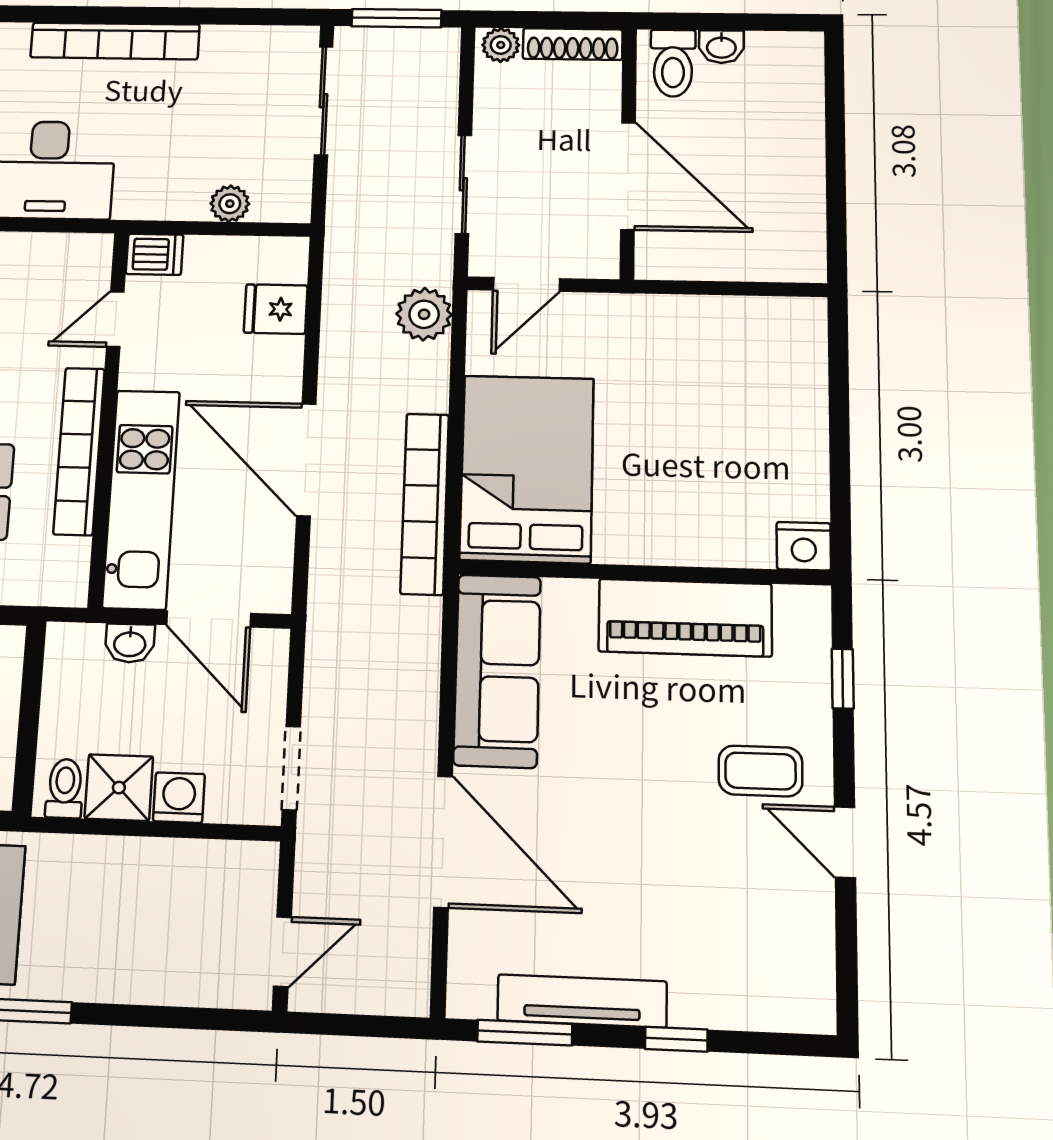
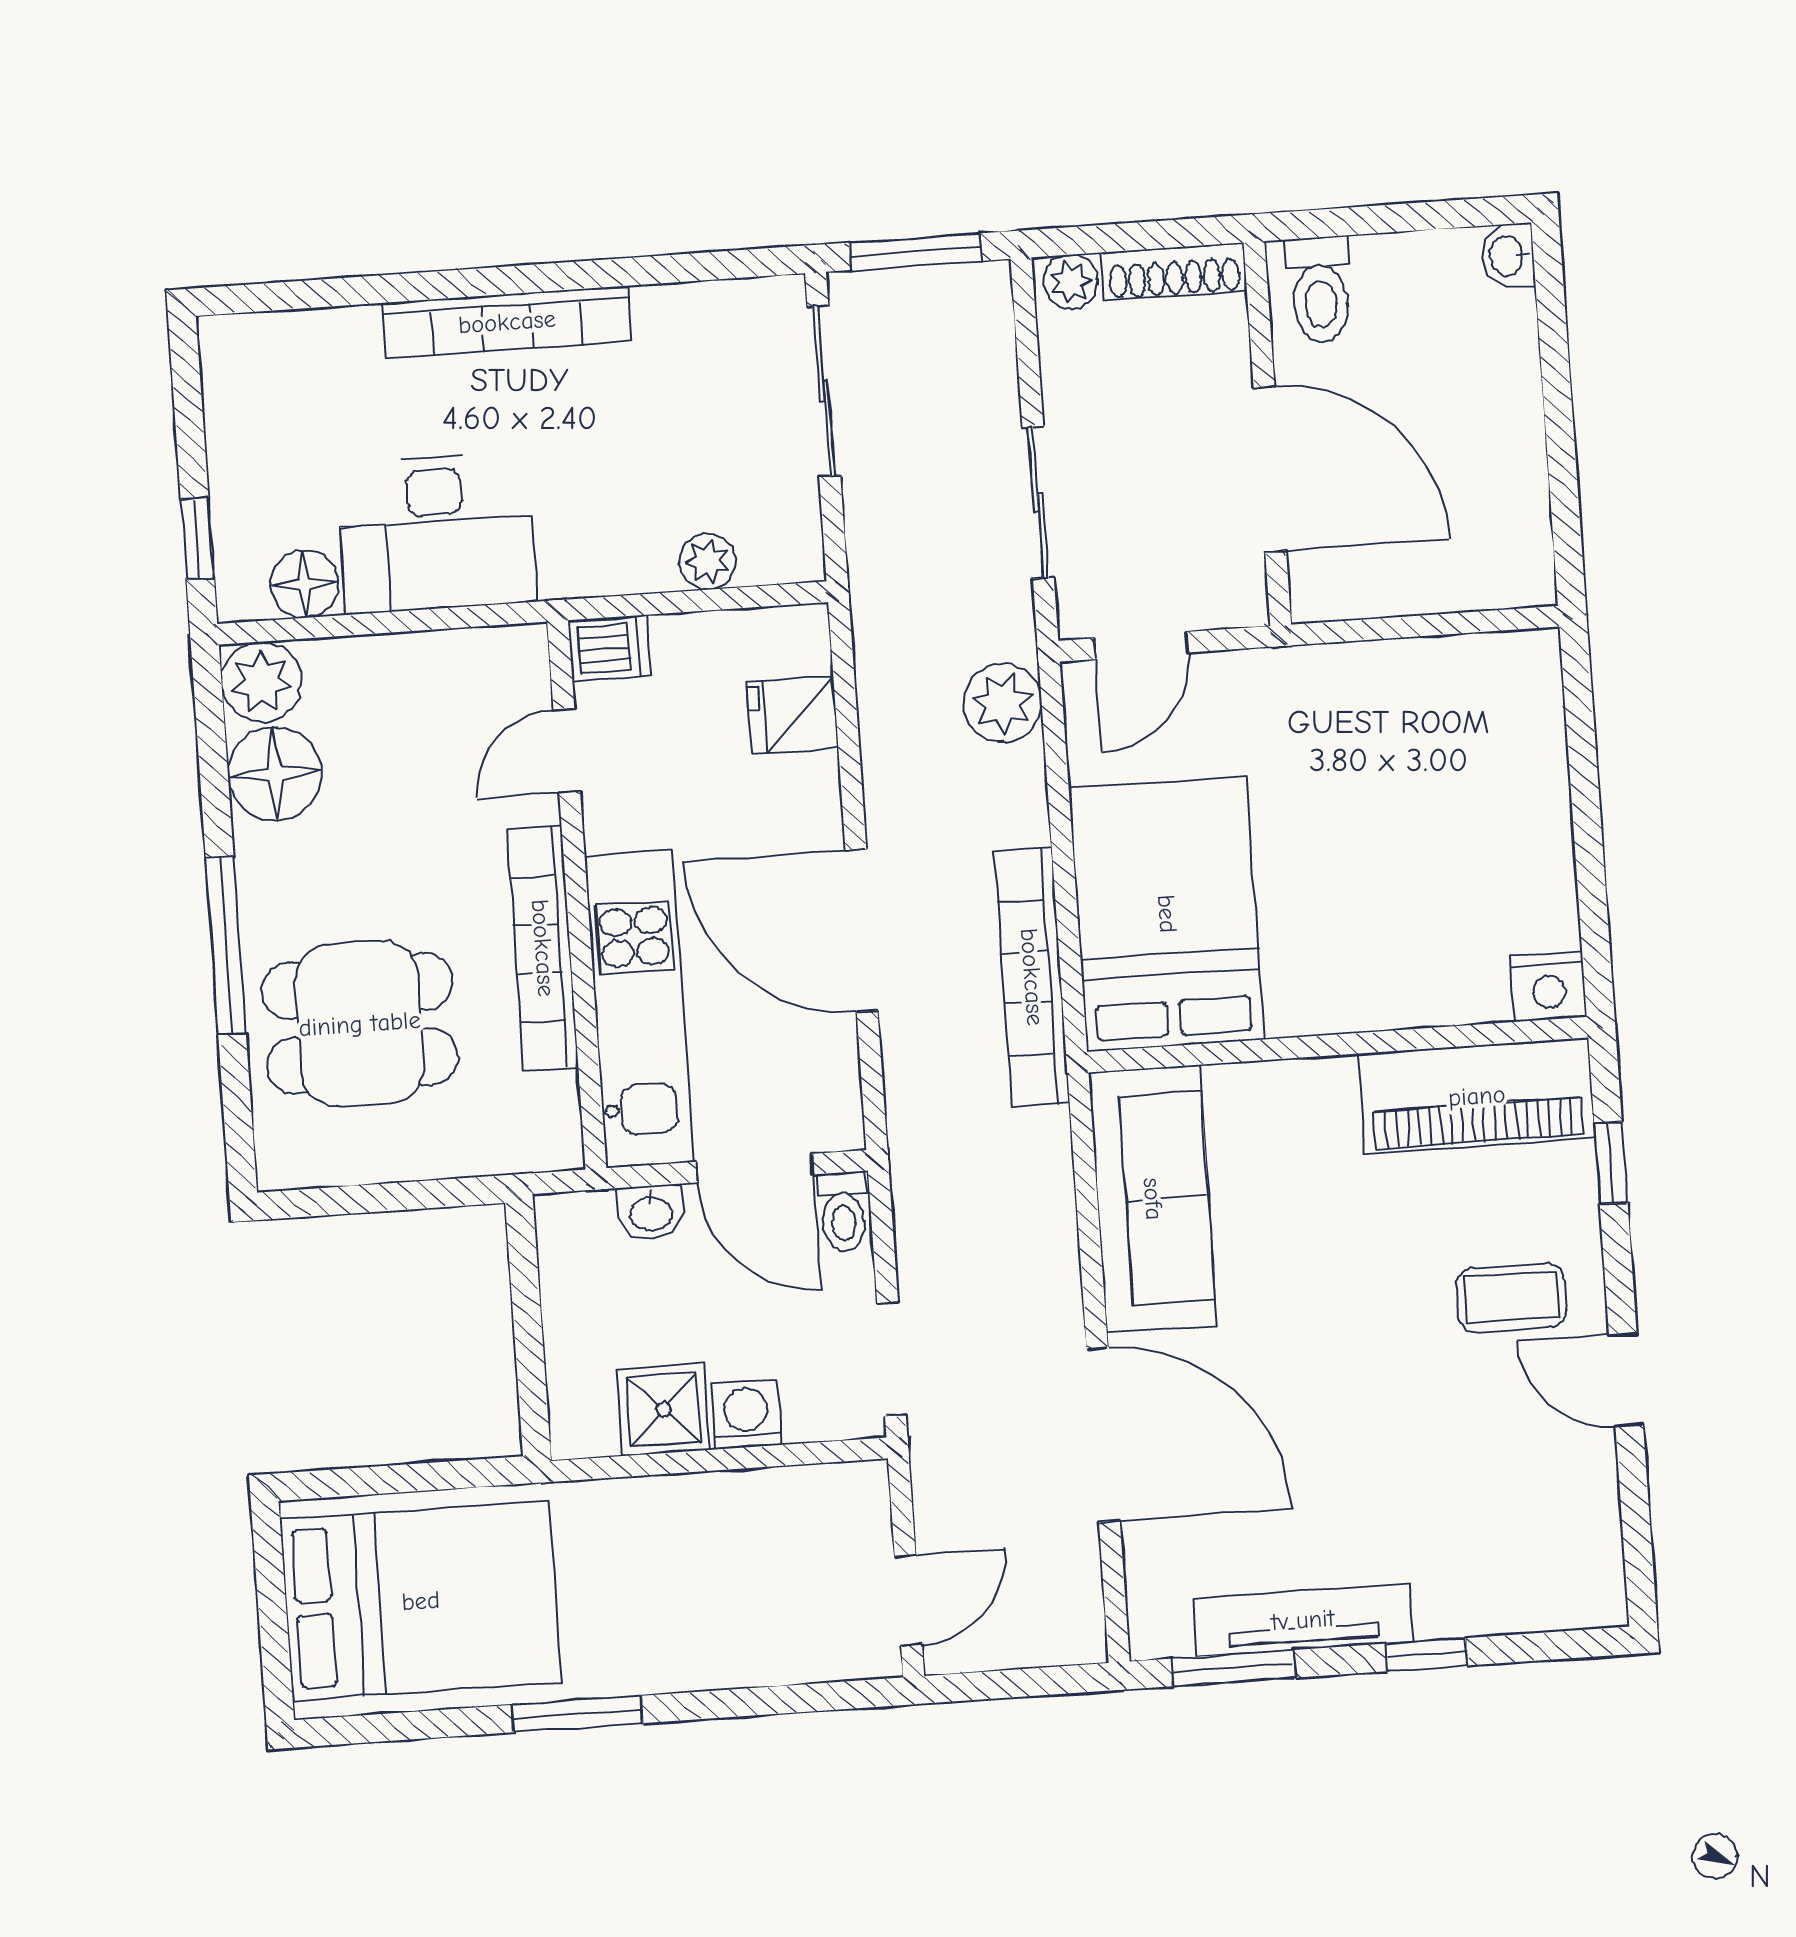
washbasin: (721, 47) -> (1508, 256), moved, turned 90
piano: (685, 618) -> (1477, 1096), moved
toilet: (65, 789) -> (843, 1212), moved, turned 180

